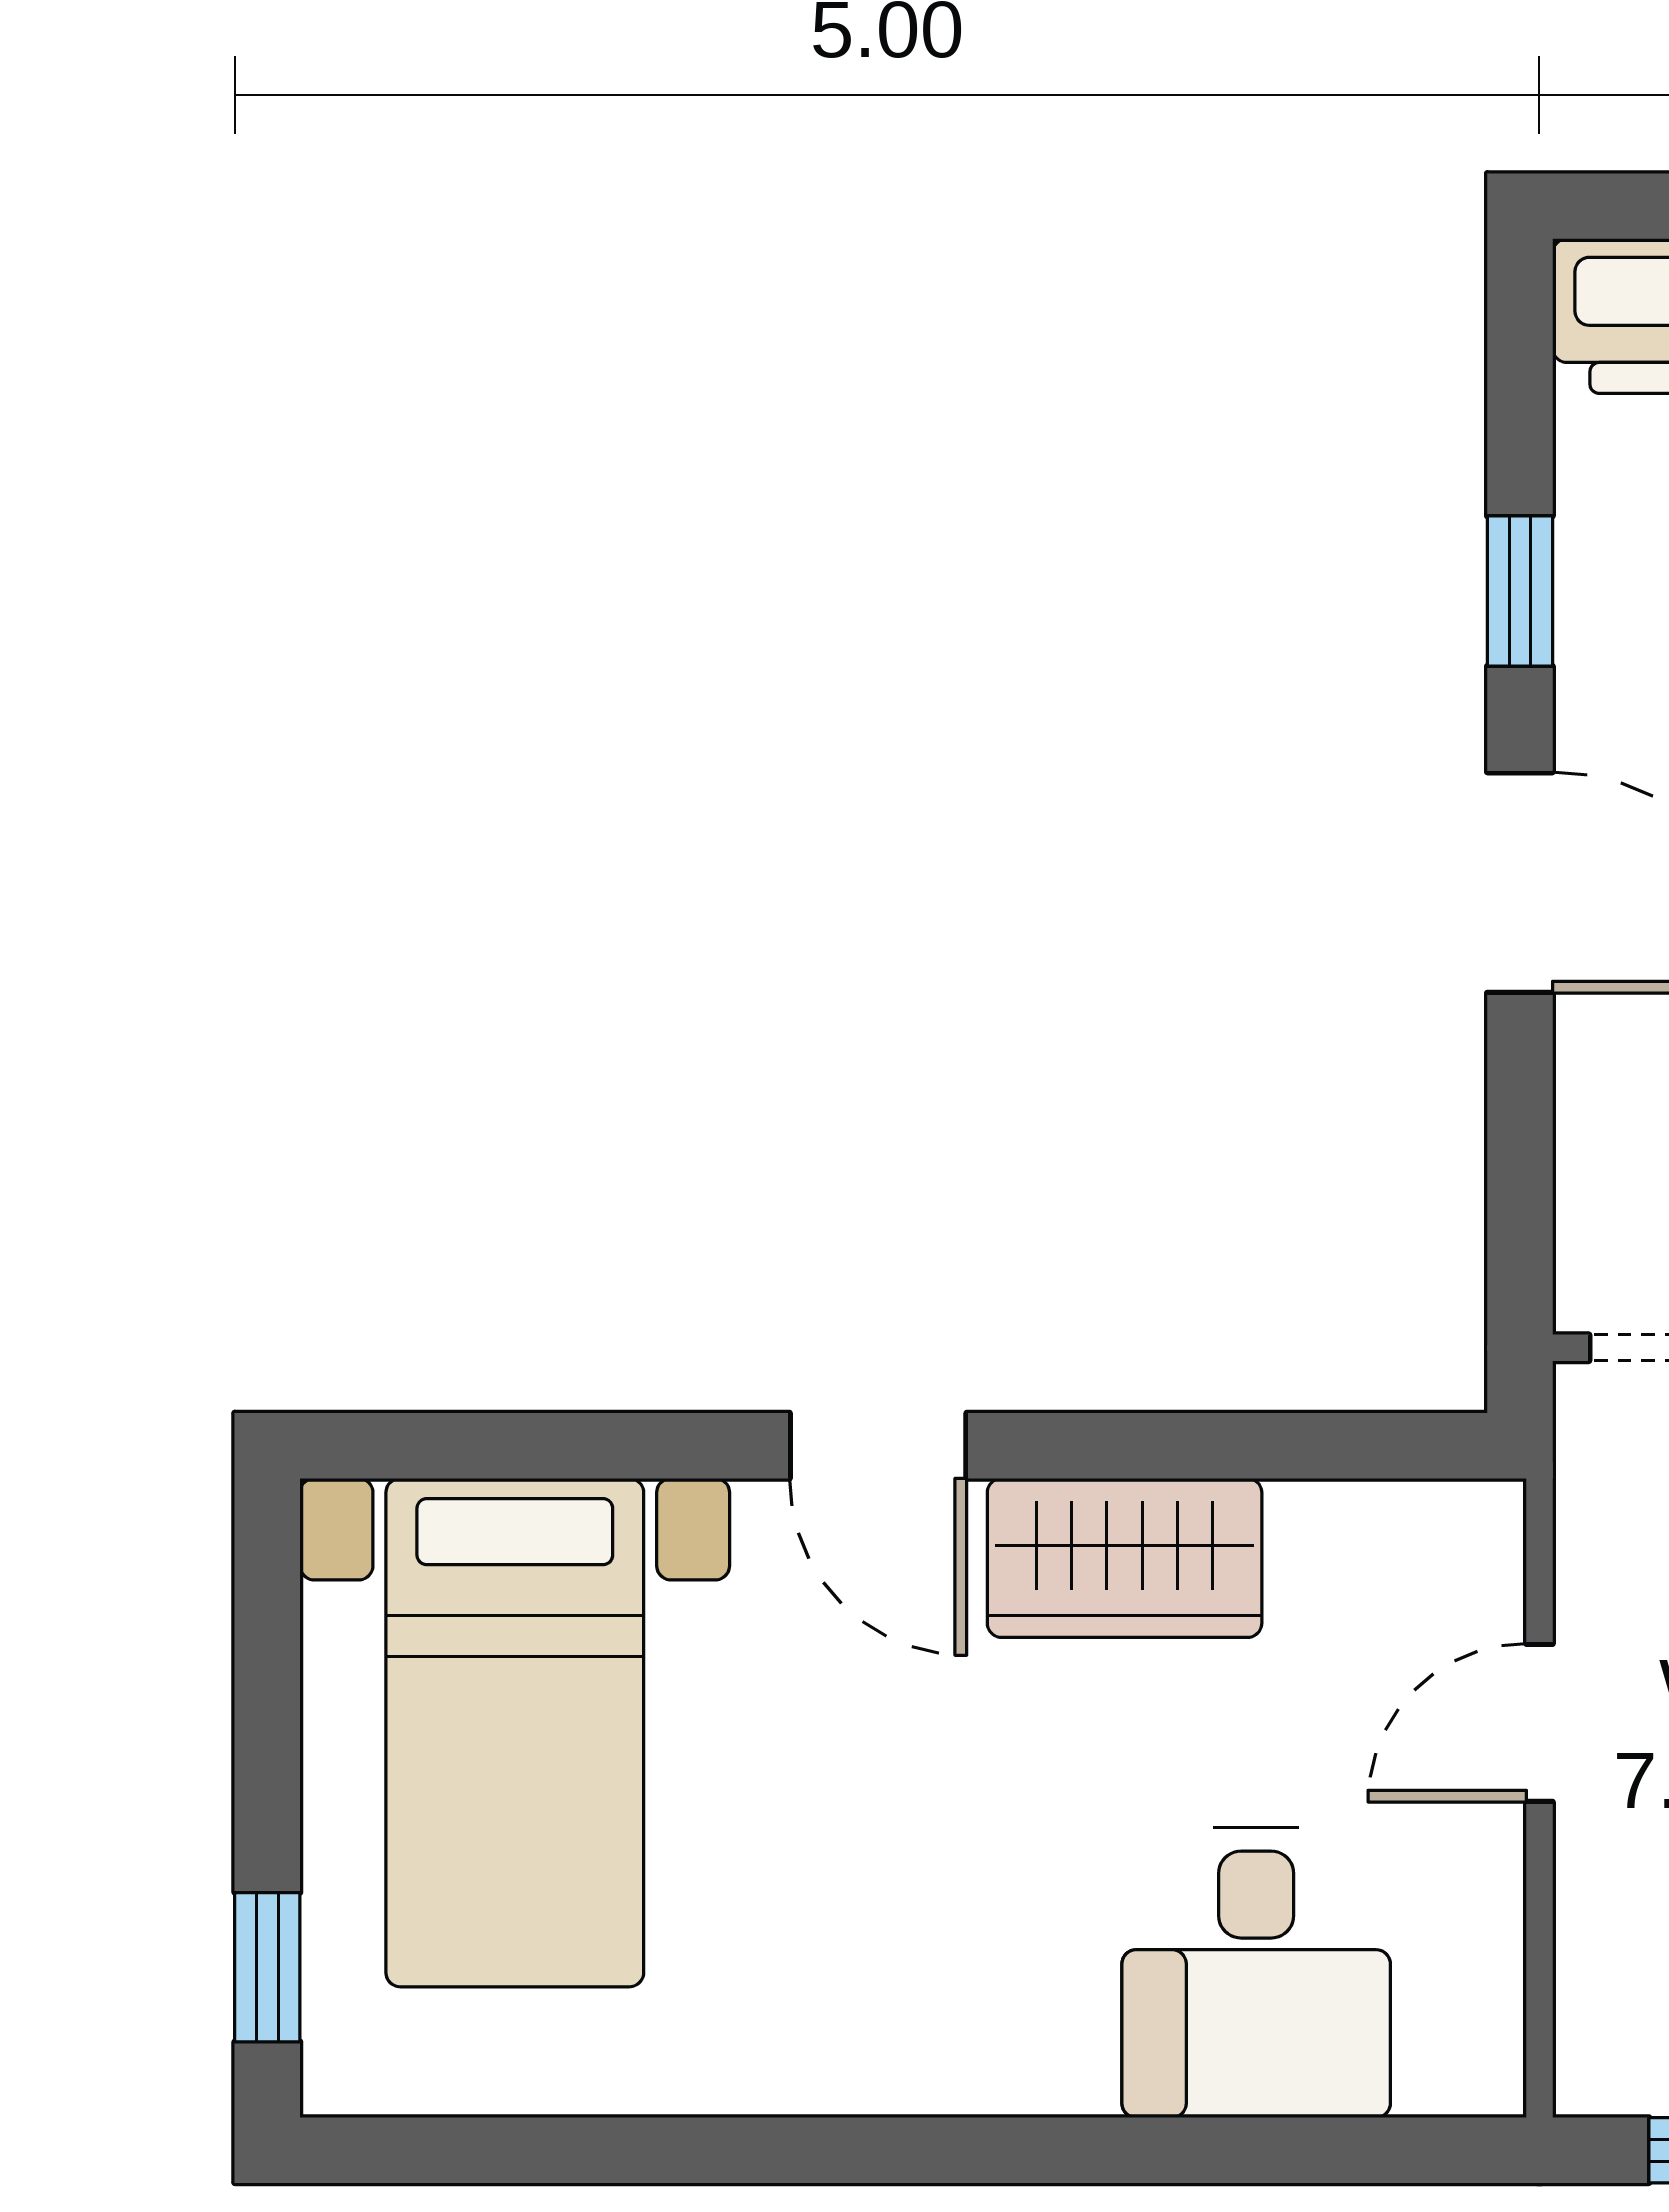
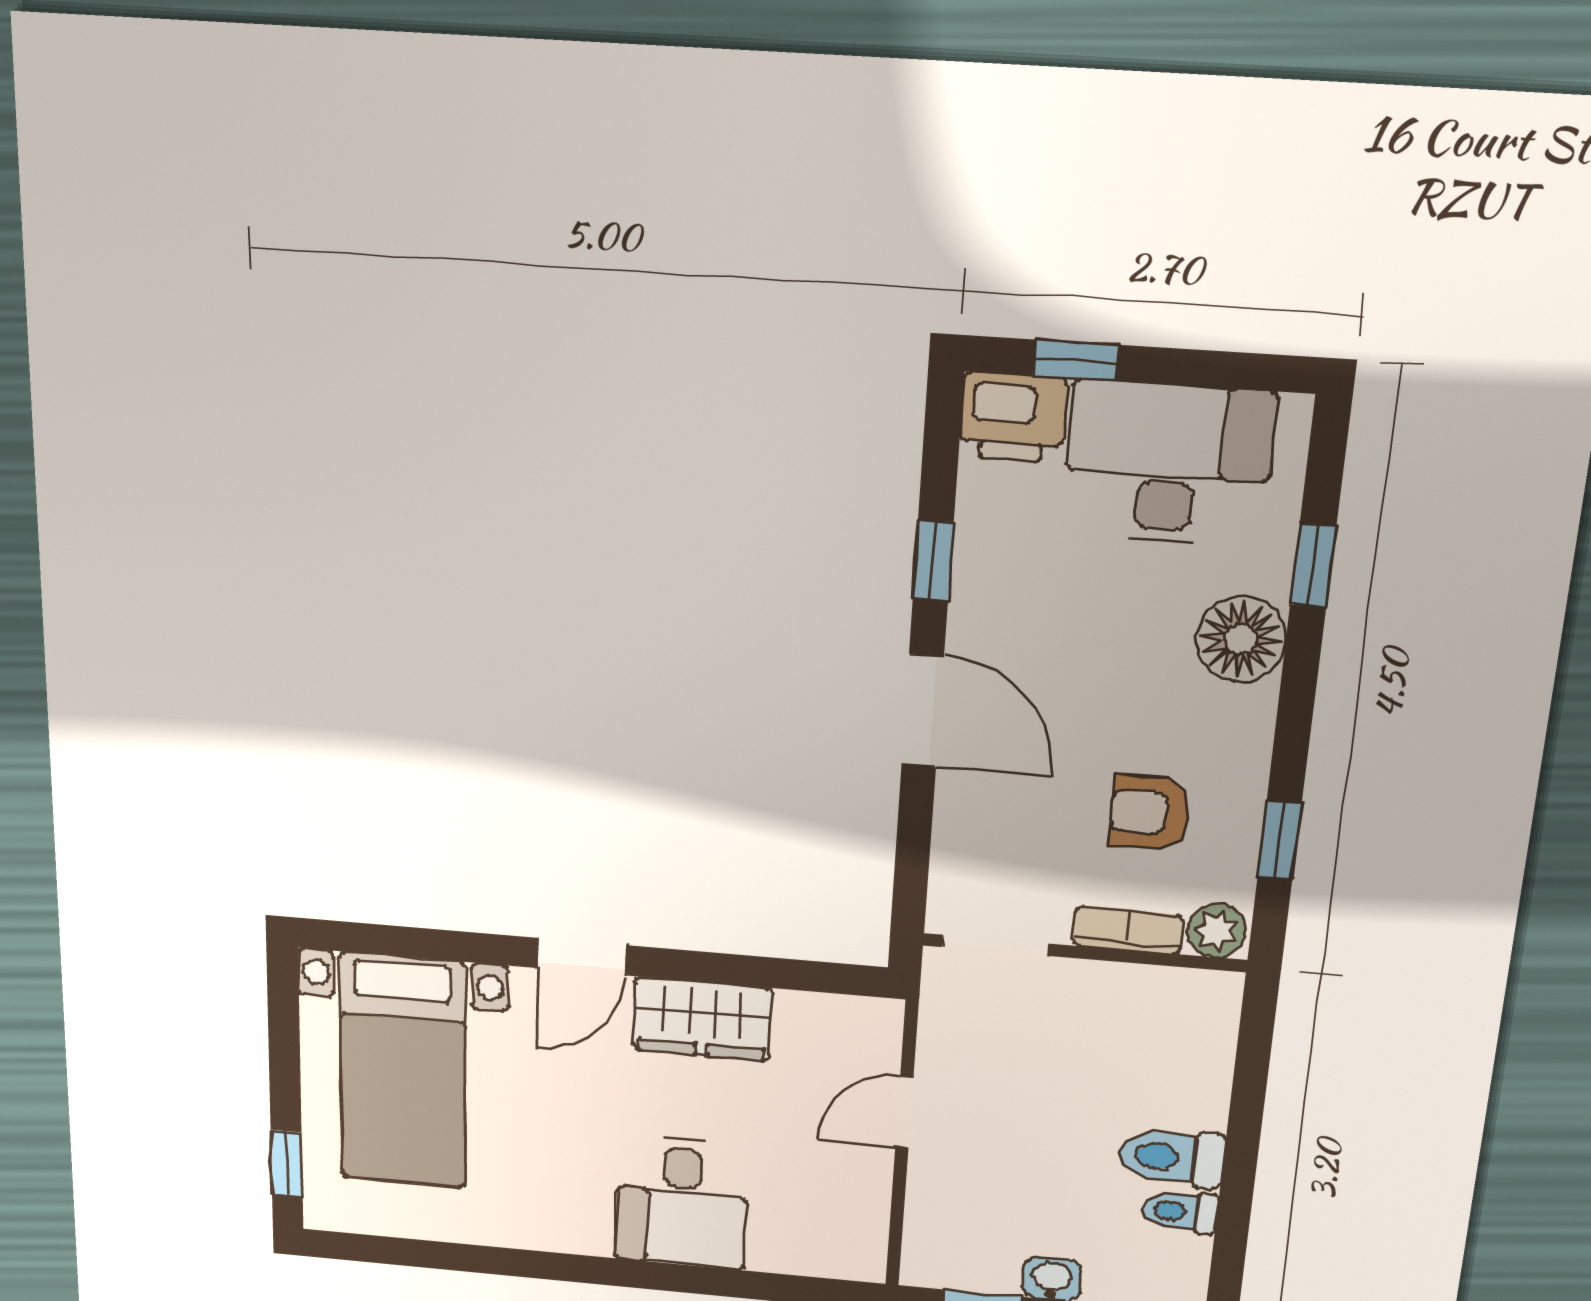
door: (878, 1446) -> (582, 957), hinge flipped
desk: (1256, 1973) -> (682, 1202), moved

